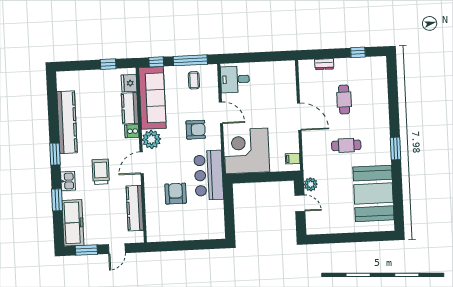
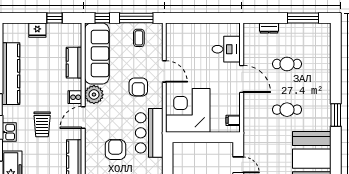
window: (358, 52) -> (303, 18), width x2.17
desk: (235, 79) -> (226, 49), moved, turned 180
fridge: (129, 83) -> (37, 30), moved, turned -90
cafe table: (344, 99) -> (287, 64), turned 90
armchair: (196, 130) -> (138, 87), turned 90
cooker: (132, 131) -> (75, 97), moved
trolley: (101, 172) -> (42, 124), turned 180
plant: (311, 184) -> (250, 147), removed

